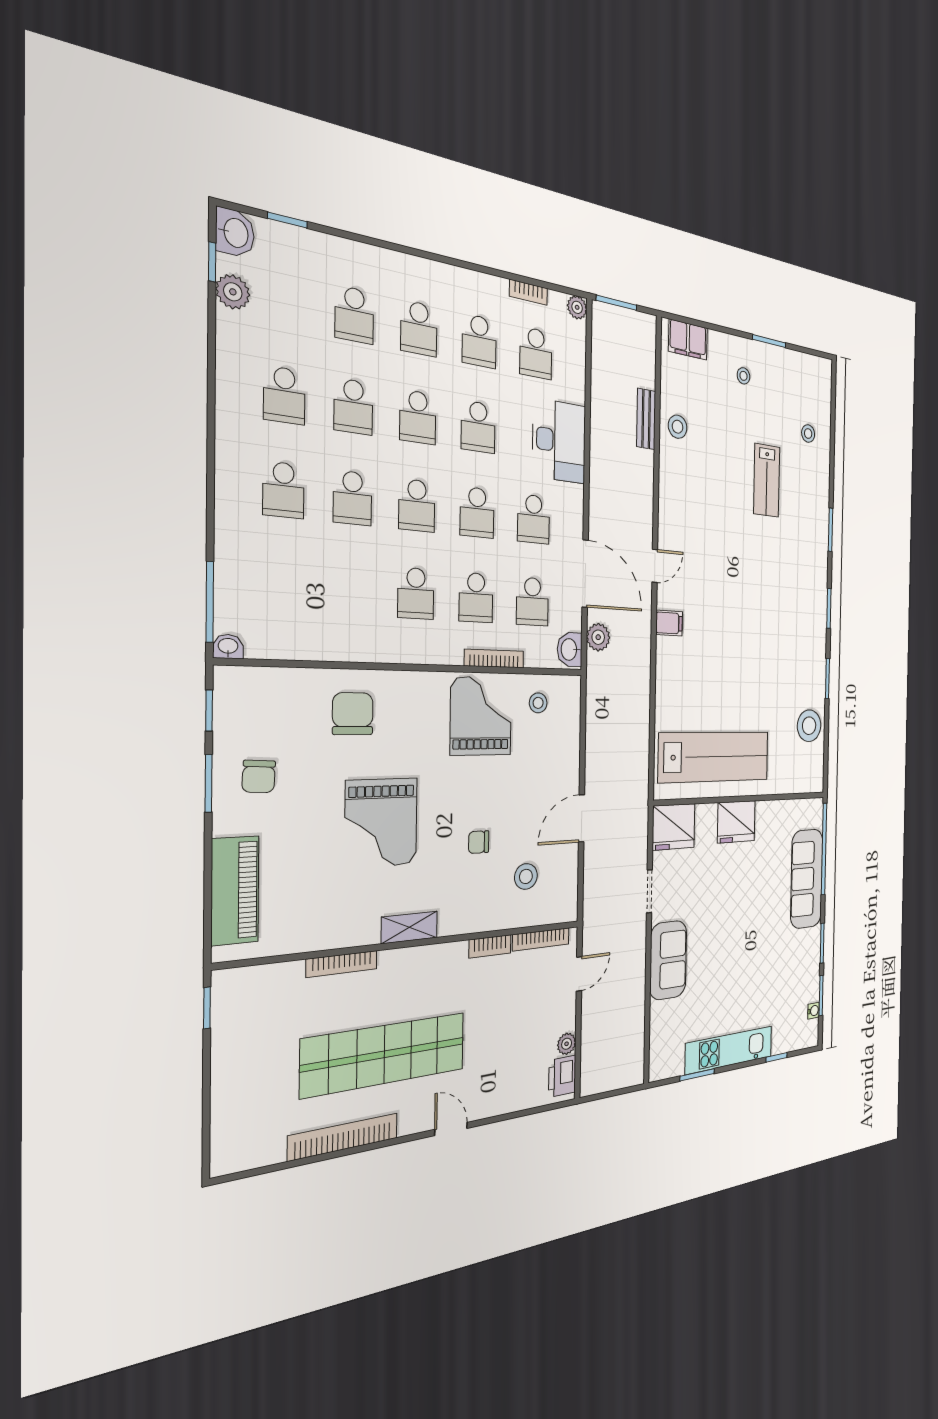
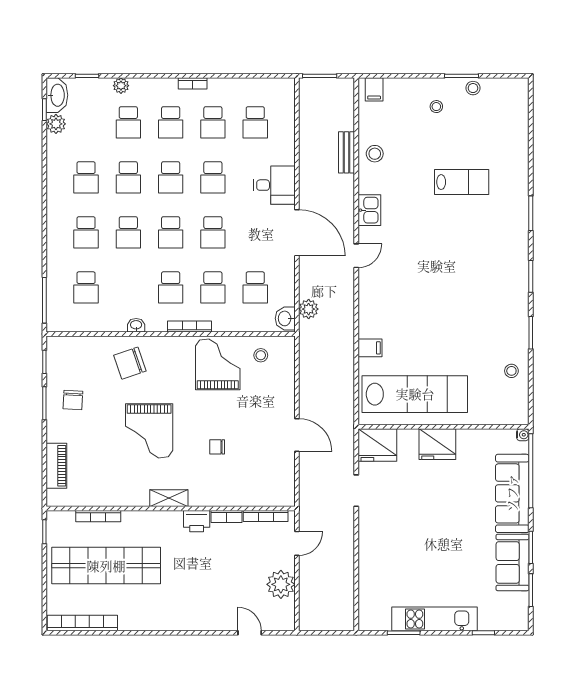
washbasin: (235, 233) -> (57, 95), width x1.38
bookcase: (528, 292) -> (193, 83), moved
plant: (577, 307) -> (121, 86), moved
filing cabinet: (688, 340) -> (374, 89), width x0.50
stool: (808, 434) -> (473, 88), moved
desk: (559, 441) -> (274, 185), width x0.73
lab bench: (767, 480) -> (462, 182), turned -90
kitchen sink: (670, 504) -> (369, 210), added
school desk: (534, 519) -> (86, 287), moved
door: (585, 574) -> (297, 233), moved
filing cabinet: (669, 623) -> (370, 348), moved
washbasin: (228, 647) -> (136, 325), moved
bookcase: (494, 659) -> (190, 326), moved
chair: (353, 714) -> (130, 363), turned -109
stool: (809, 726) -> (511, 371), width x0.53, depth x0.53
door: (581, 818) -> (297, 435), swing flipped
stool: (526, 876) -> (253, 472), removed
piano: (235, 891) -> (56, 466), width x0.73, depth x0.75
sofa: (668, 960) -> (513, 562), moved, turned 180
bookcase: (342, 964) -> (98, 516), moved
water cooler: (814, 1011) -> (523, 435), moved
plant: (567, 1044) -> (281, 584), width x1.88, depth x1.88
shop shelf: (384, 1054) -> (106, 566), moved
printer: (562, 1076) -> (197, 521), moved, turned -90
door: (451, 1129) -> (250, 633), moved
bookcase: (343, 1137) -> (82, 623), moved

